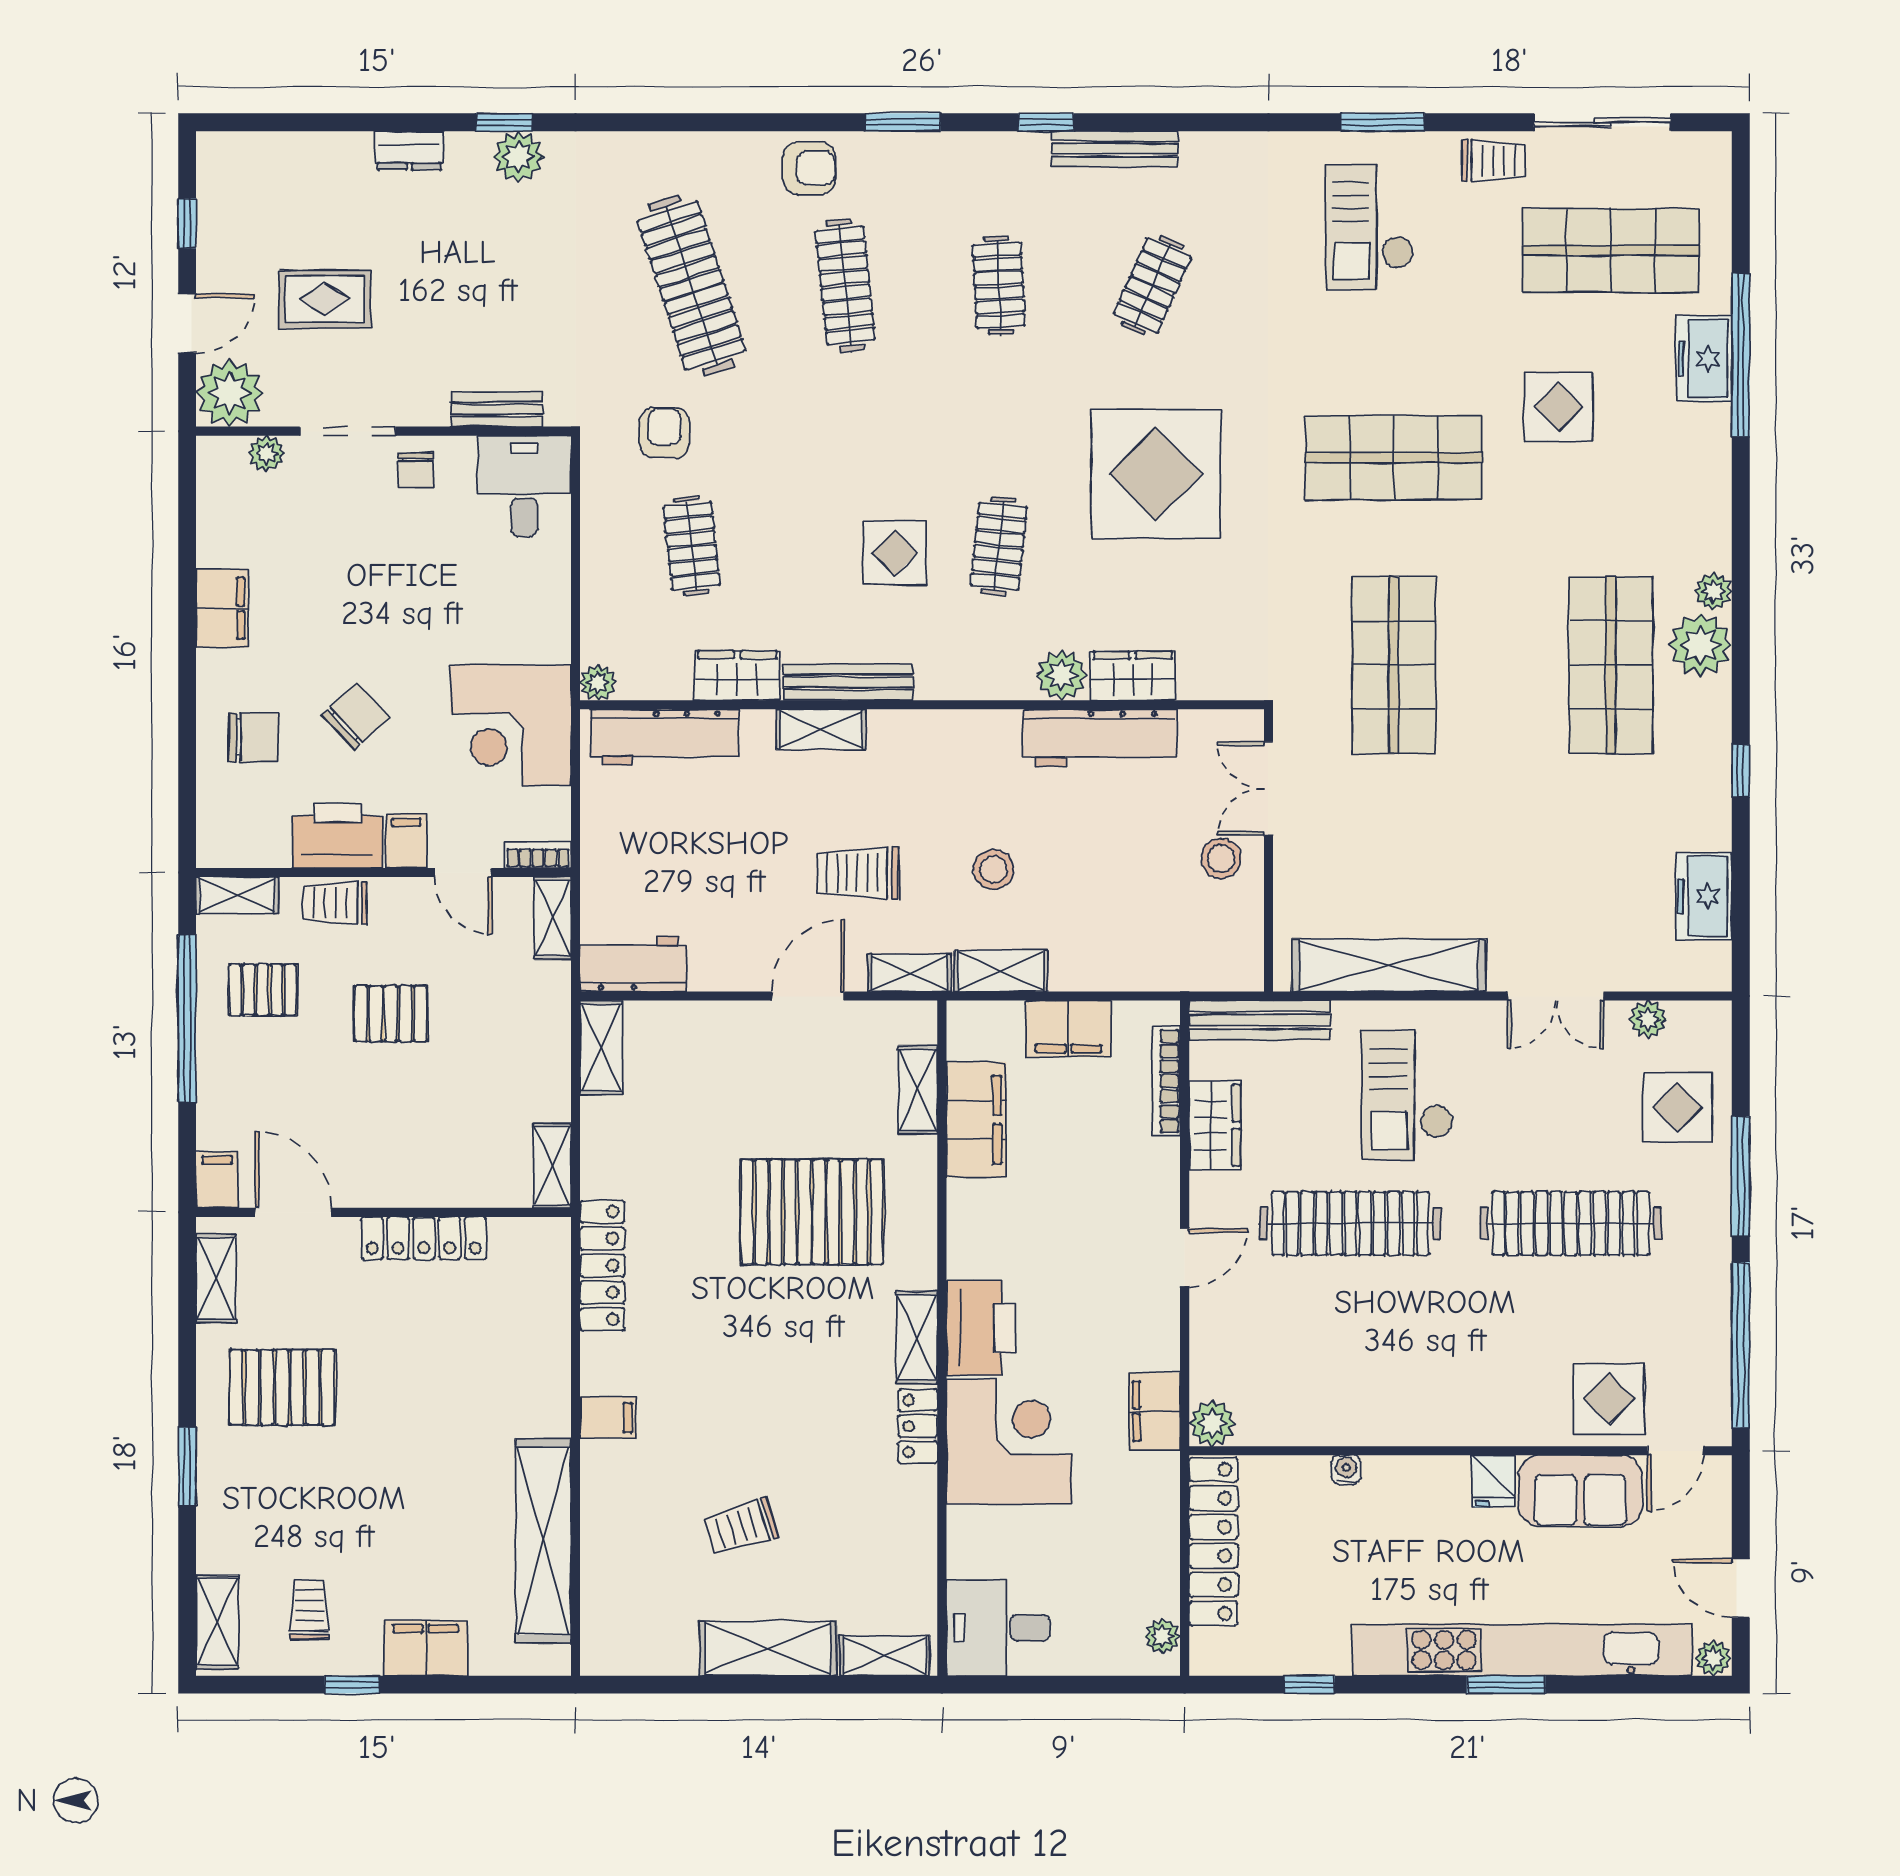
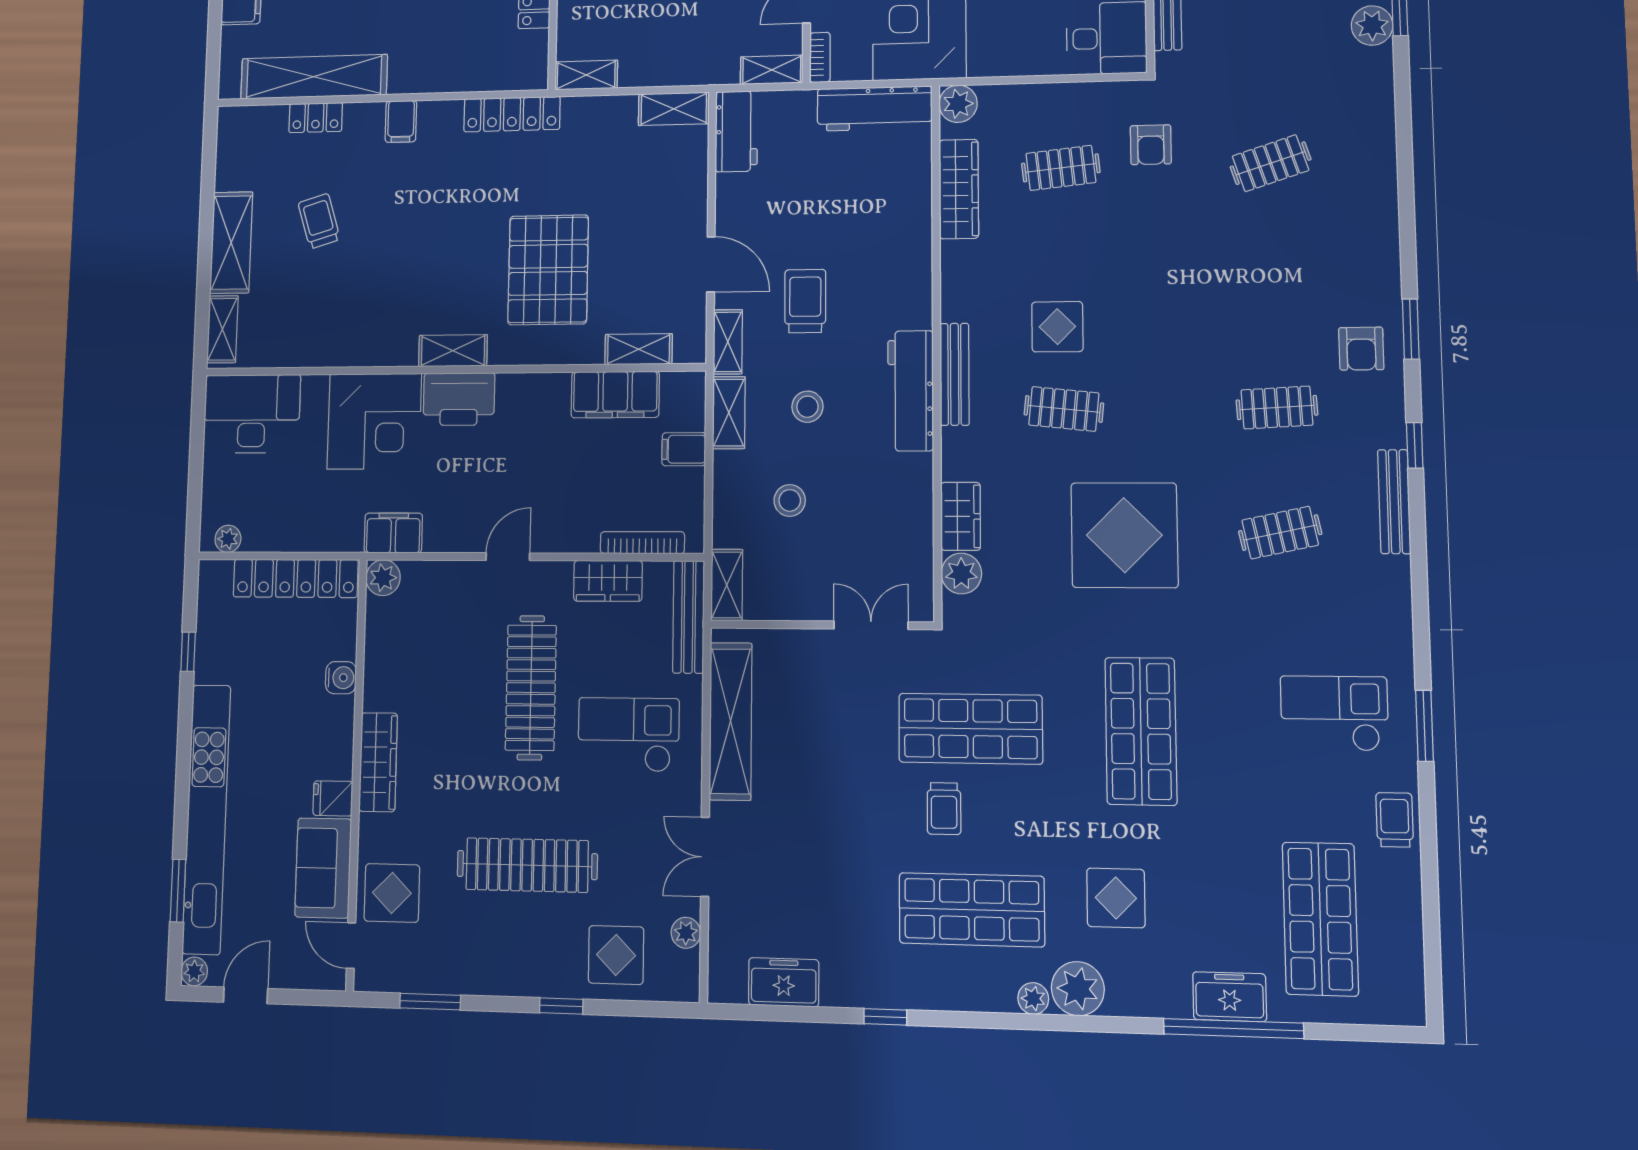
sliding door: (1602, 122) -> (1431, 914), removed
trolley: (1494, 160) -> (1395, 820), turned 180
armchair: (809, 168) -> (1361, 349), moved
clothes rail: (692, 285) -> (1271, 163), width x0.54, depth x0.76
clothes rail: (845, 285) -> (1274, 284), removed
clothes rail: (1152, 285) -> (1280, 533), turned -36
display table: (1559, 407) -> (1116, 898), moved
armchair: (664, 433) -> (1151, 145), turned 90
plant: (1700, 645) -> (1078, 989), moved
plant: (1062, 675) -> (961, 574), moved
wardrobe: (737, 676) -> (959, 189), width x1.50
bench: (848, 682) -> (955, 374), moved
plant: (598, 683) -> (958, 104), width x1.38, depth x1.38
trolley: (1491, 698) -> (944, 809), added
shelving: (821, 729) -> (727, 585), moved
workbench: (665, 737) -> (875, 109), moved, turned -90
workbench: (1100, 738) -> (911, 391), moved
stool: (1221, 858) -> (790, 500), moved
filing cabinet: (1068, 1029) -> (684, 449), width x0.50
window: (1741, 1176) -> (561, 1006), width x0.46
clothes rail: (1571, 1223) -> (527, 865), turned 90
door: (1185, 1258) -> (508, 557), swing flipped
window: (1741, 1345) -> (430, 1002), width x0.47
wardrobe: (1447, 1422) -> (378, 762), added
locker: (918, 1426) -> (316, 118), moved, turned 180
water cooler: (1346, 1470) -> (341, 678), width x1.38, depth x1.38
desk: (998, 1628) -> (252, 414), width x1.37
window: (1506, 1685) -> (178, 891), moved

